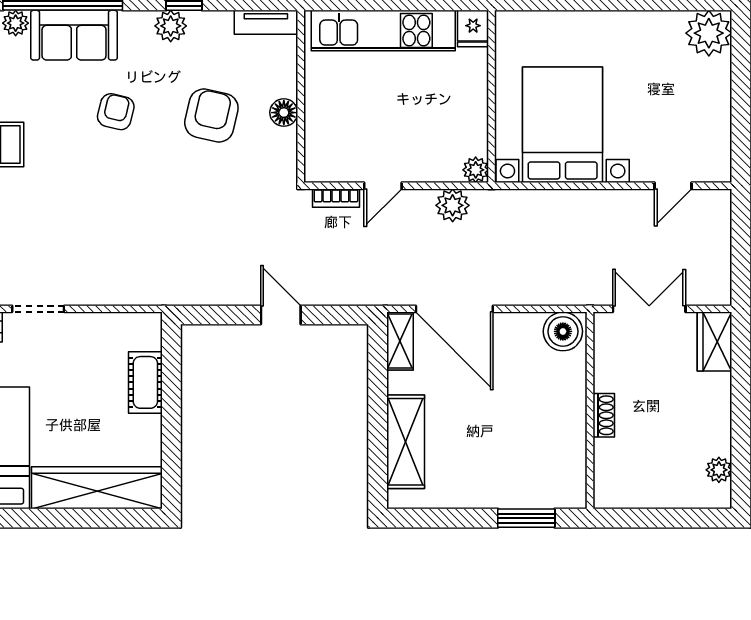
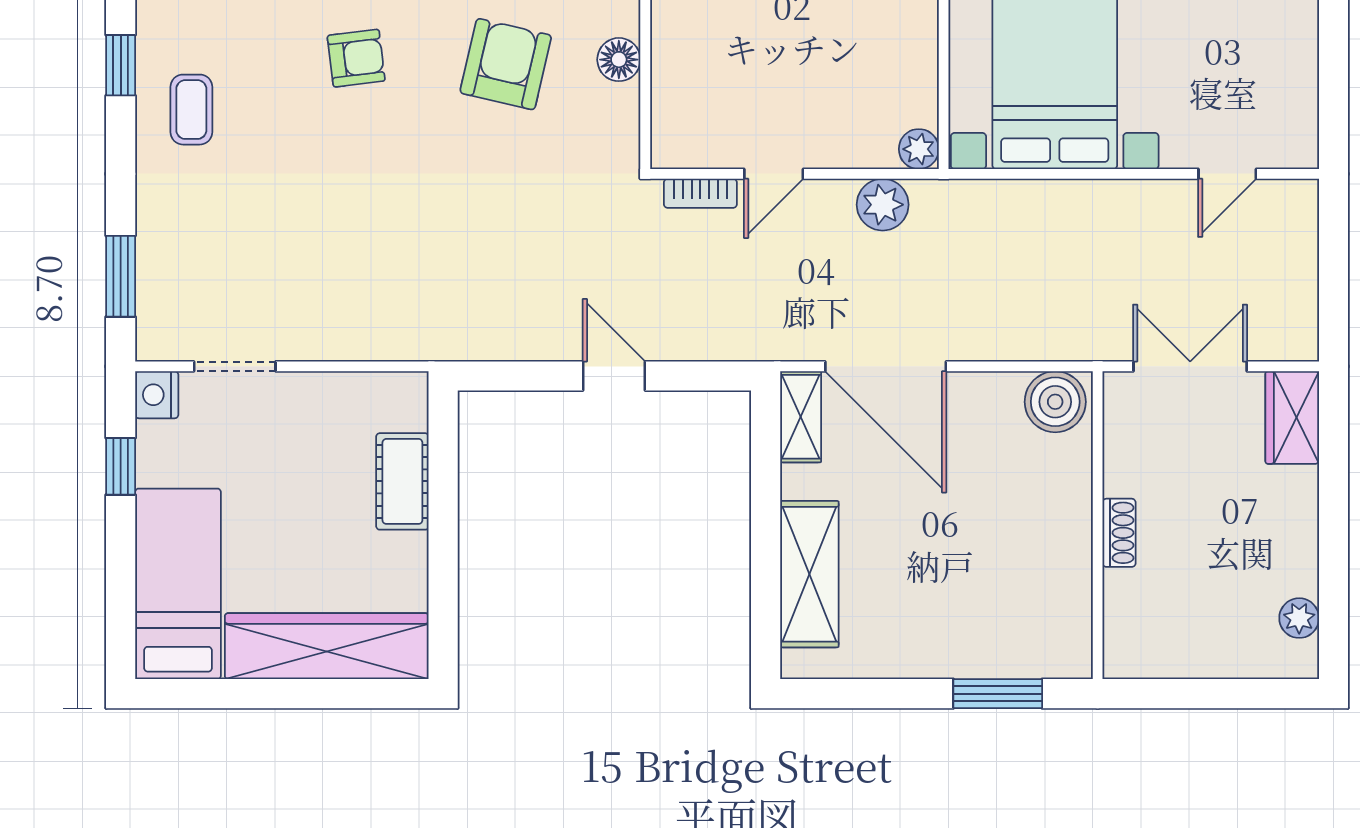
armchair: (116, 112) -> (356, 58), turned 69

